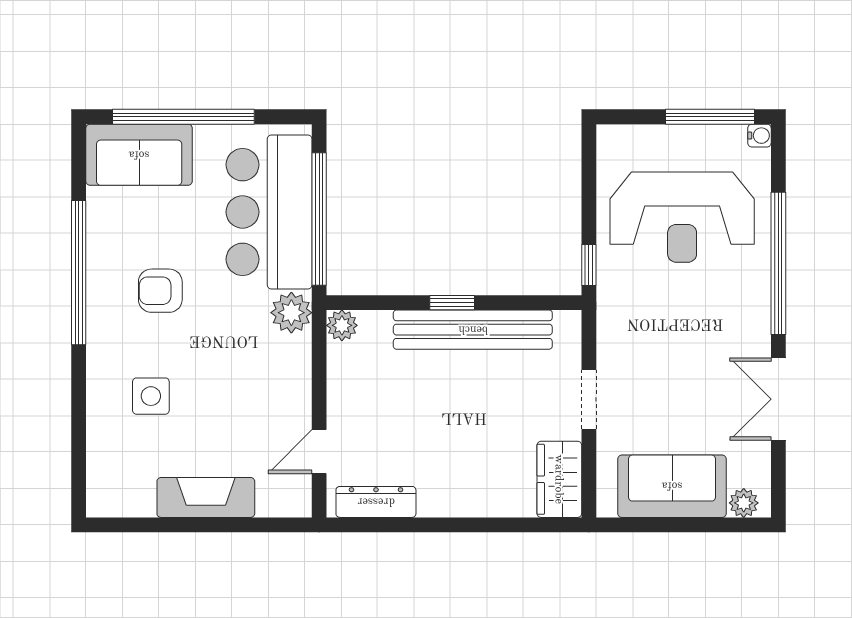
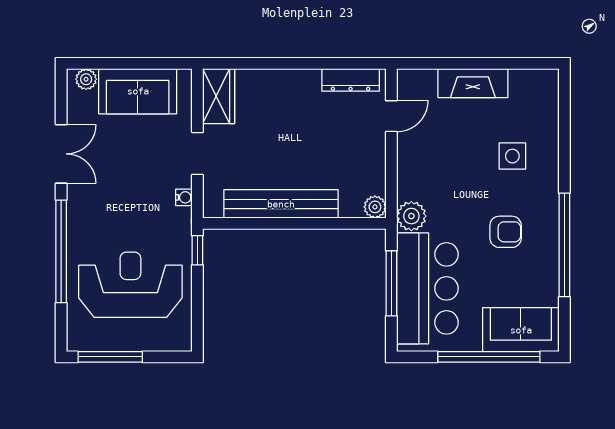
water cooler: (759, 136) -> (184, 197), moved, turned 180
window: (319, 219) -> (391, 283), width x0.68
window: (452, 303) -> (296, 223), removed

